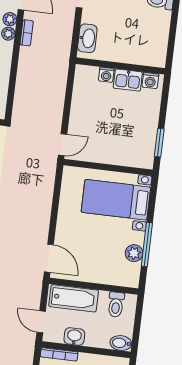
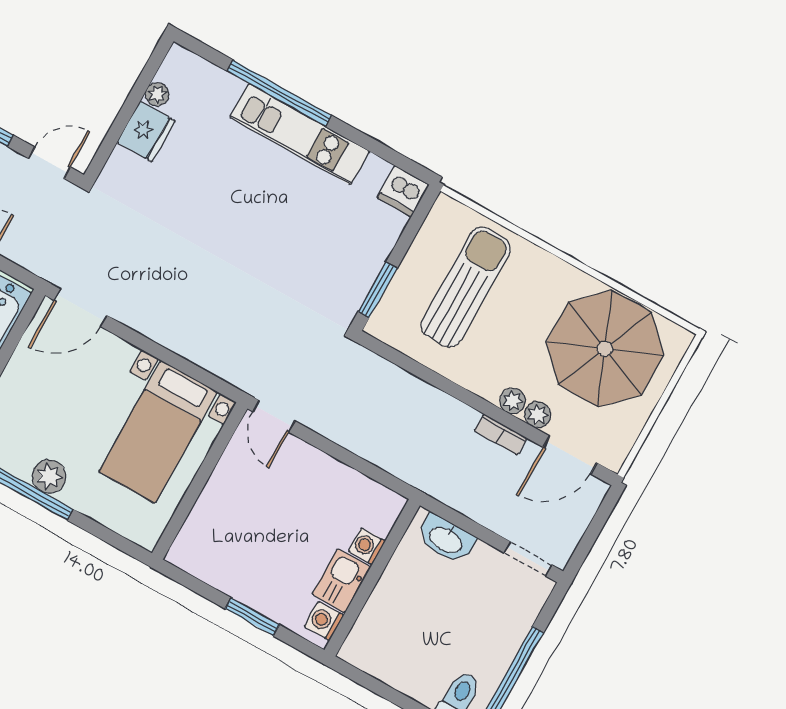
window: (159, 143) -> (252, 617), moved
bed with nightstands: (116, 200) -> (158, 432), moved, turned 180
plant: (134, 253) -> (49, 476), moved

